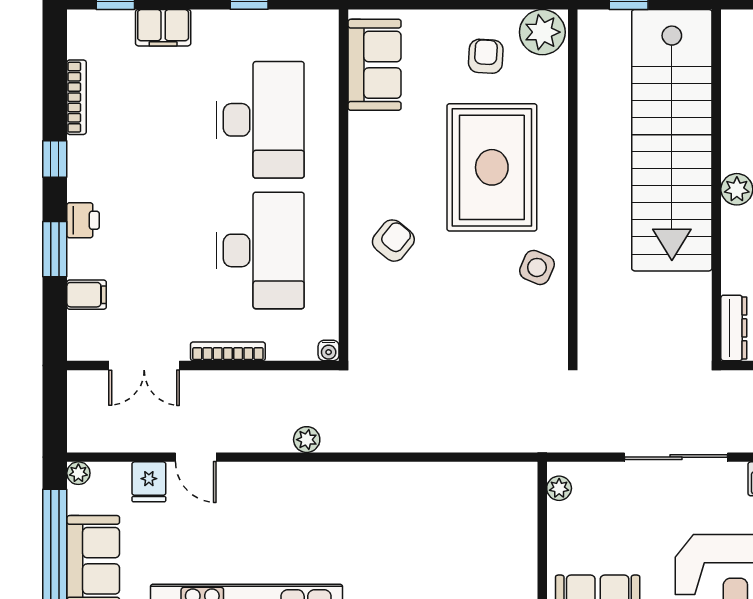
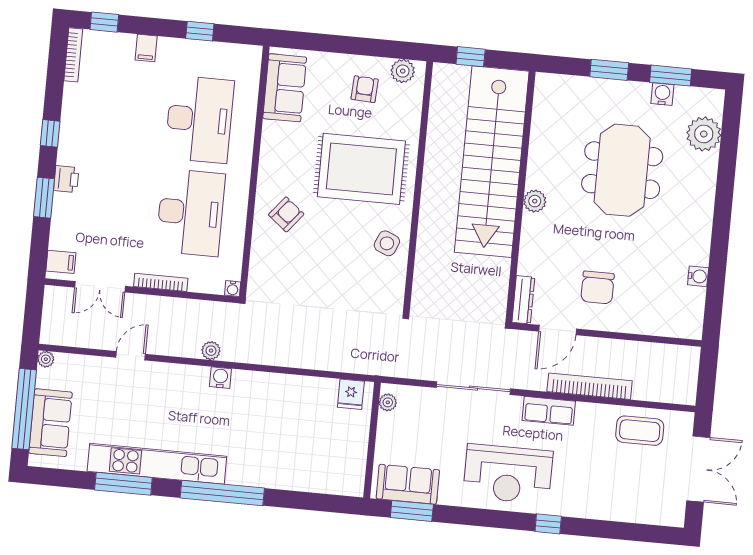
filing cabinet: (163, 28) -> (146, 48), width x0.50
plant: (542, 32) -> (403, 71), width x0.73, depth x0.73
bookcase: (77, 97) -> (73, 55), moved
rug: (492, 167) -> (361, 169), turned 90
filing cabinet: (87, 295) -> (61, 262), moved
door: (196, 457) -> (131, 356), swing flipped
water cooler: (323, 476) -> (220, 378), added
fridge: (149, 482) -> (351, 394), moved

